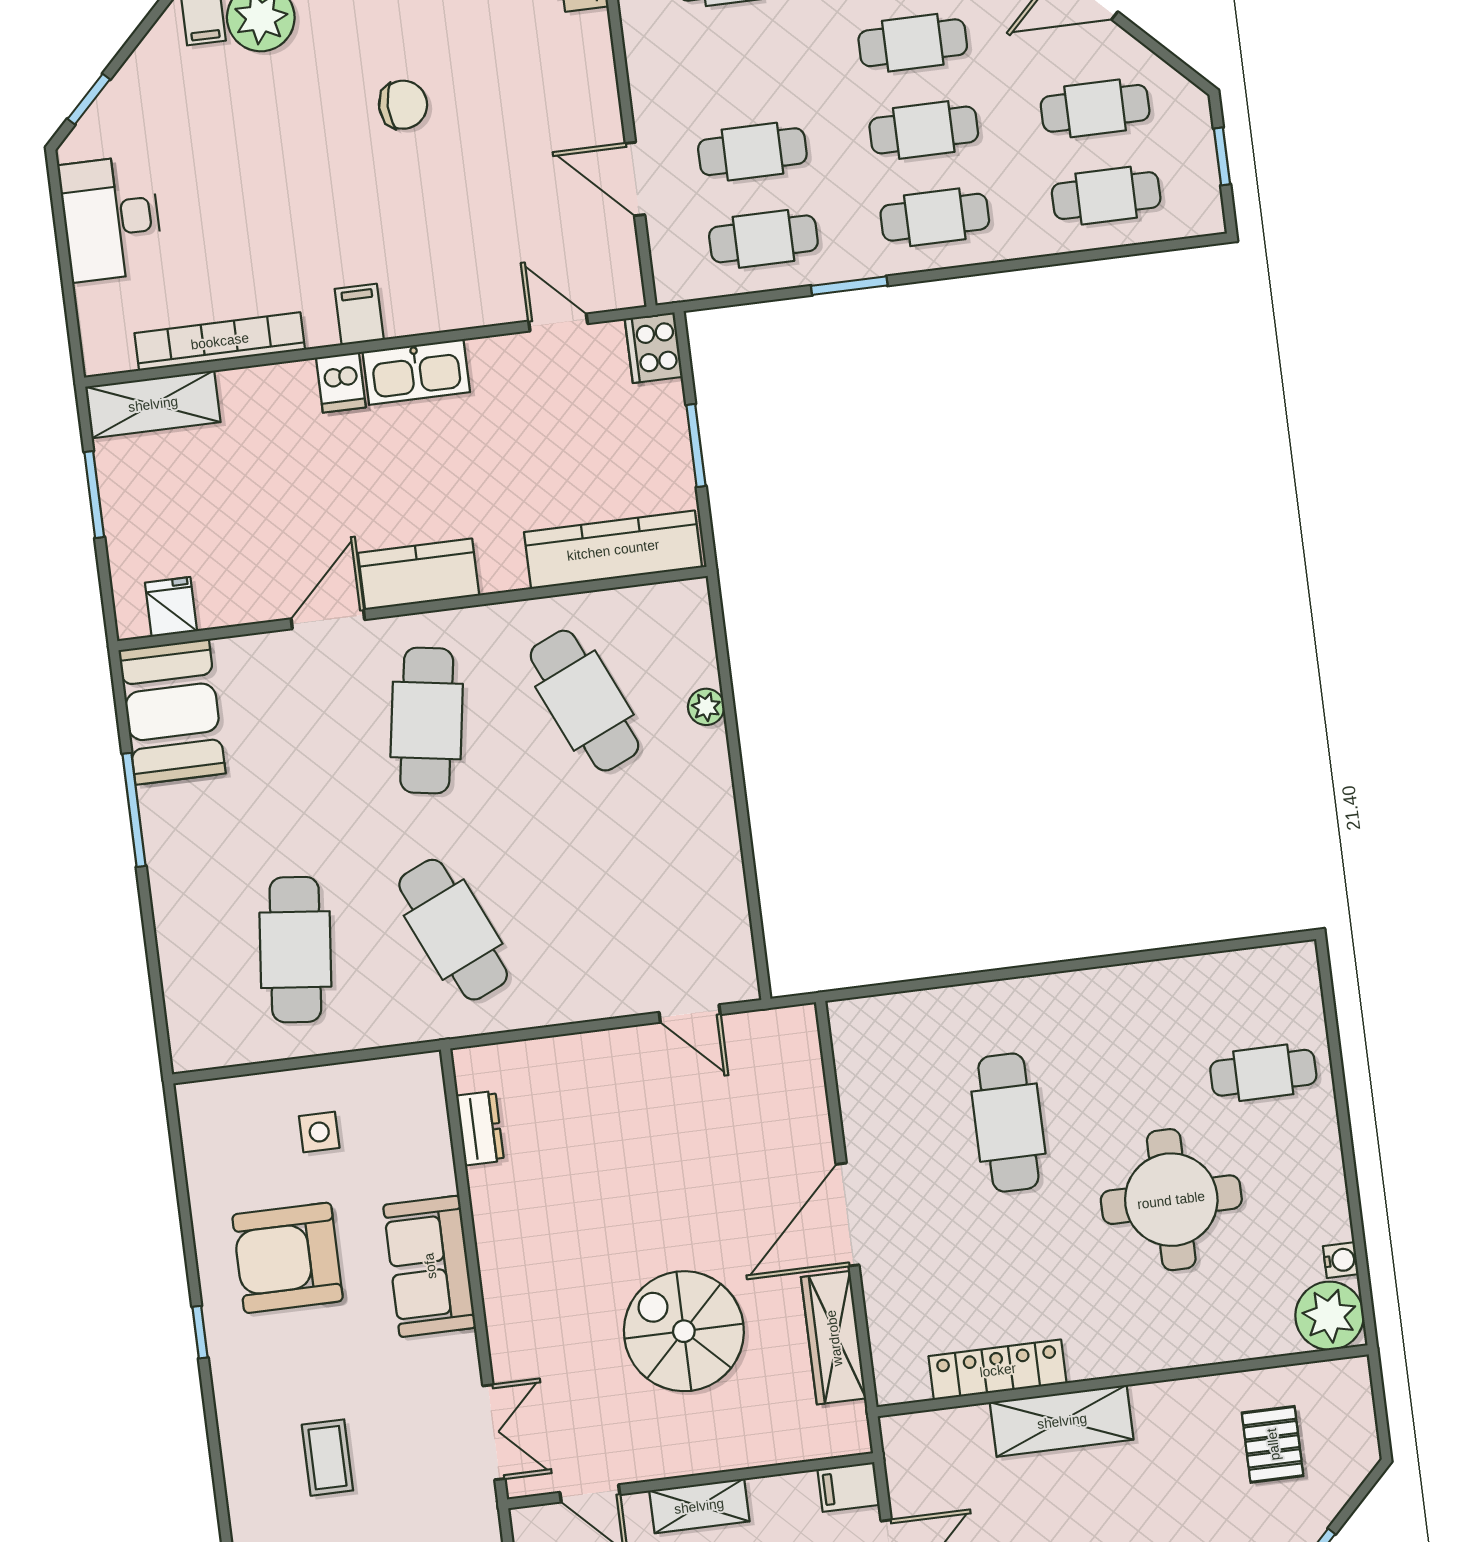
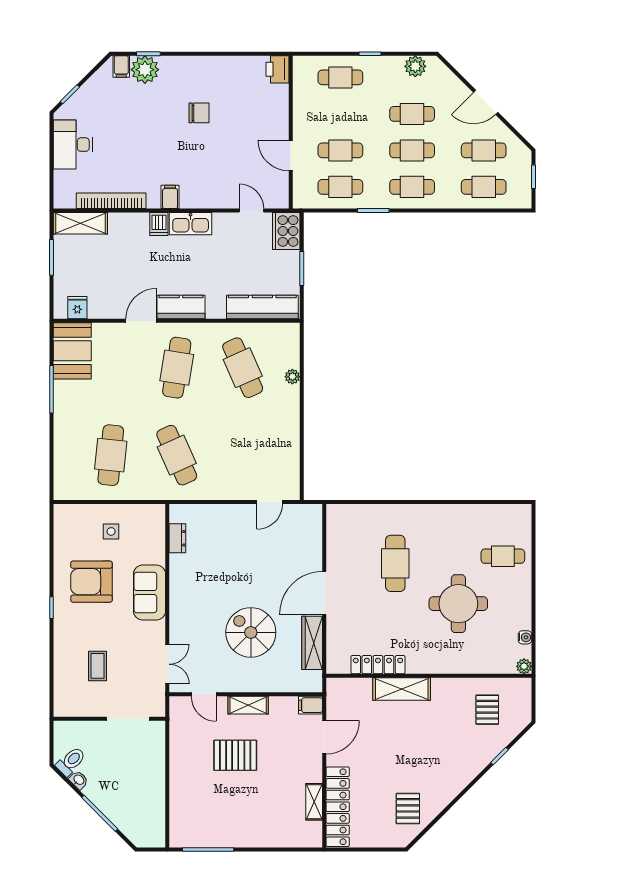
cooker: (654, 348) -> (286, 231), width x1.37, depth x1.31
door: (690, 1014) -> (270, 502), hinge flipped
plant: (1330, 1316) -> (524, 666), width x0.53, depth x0.53

